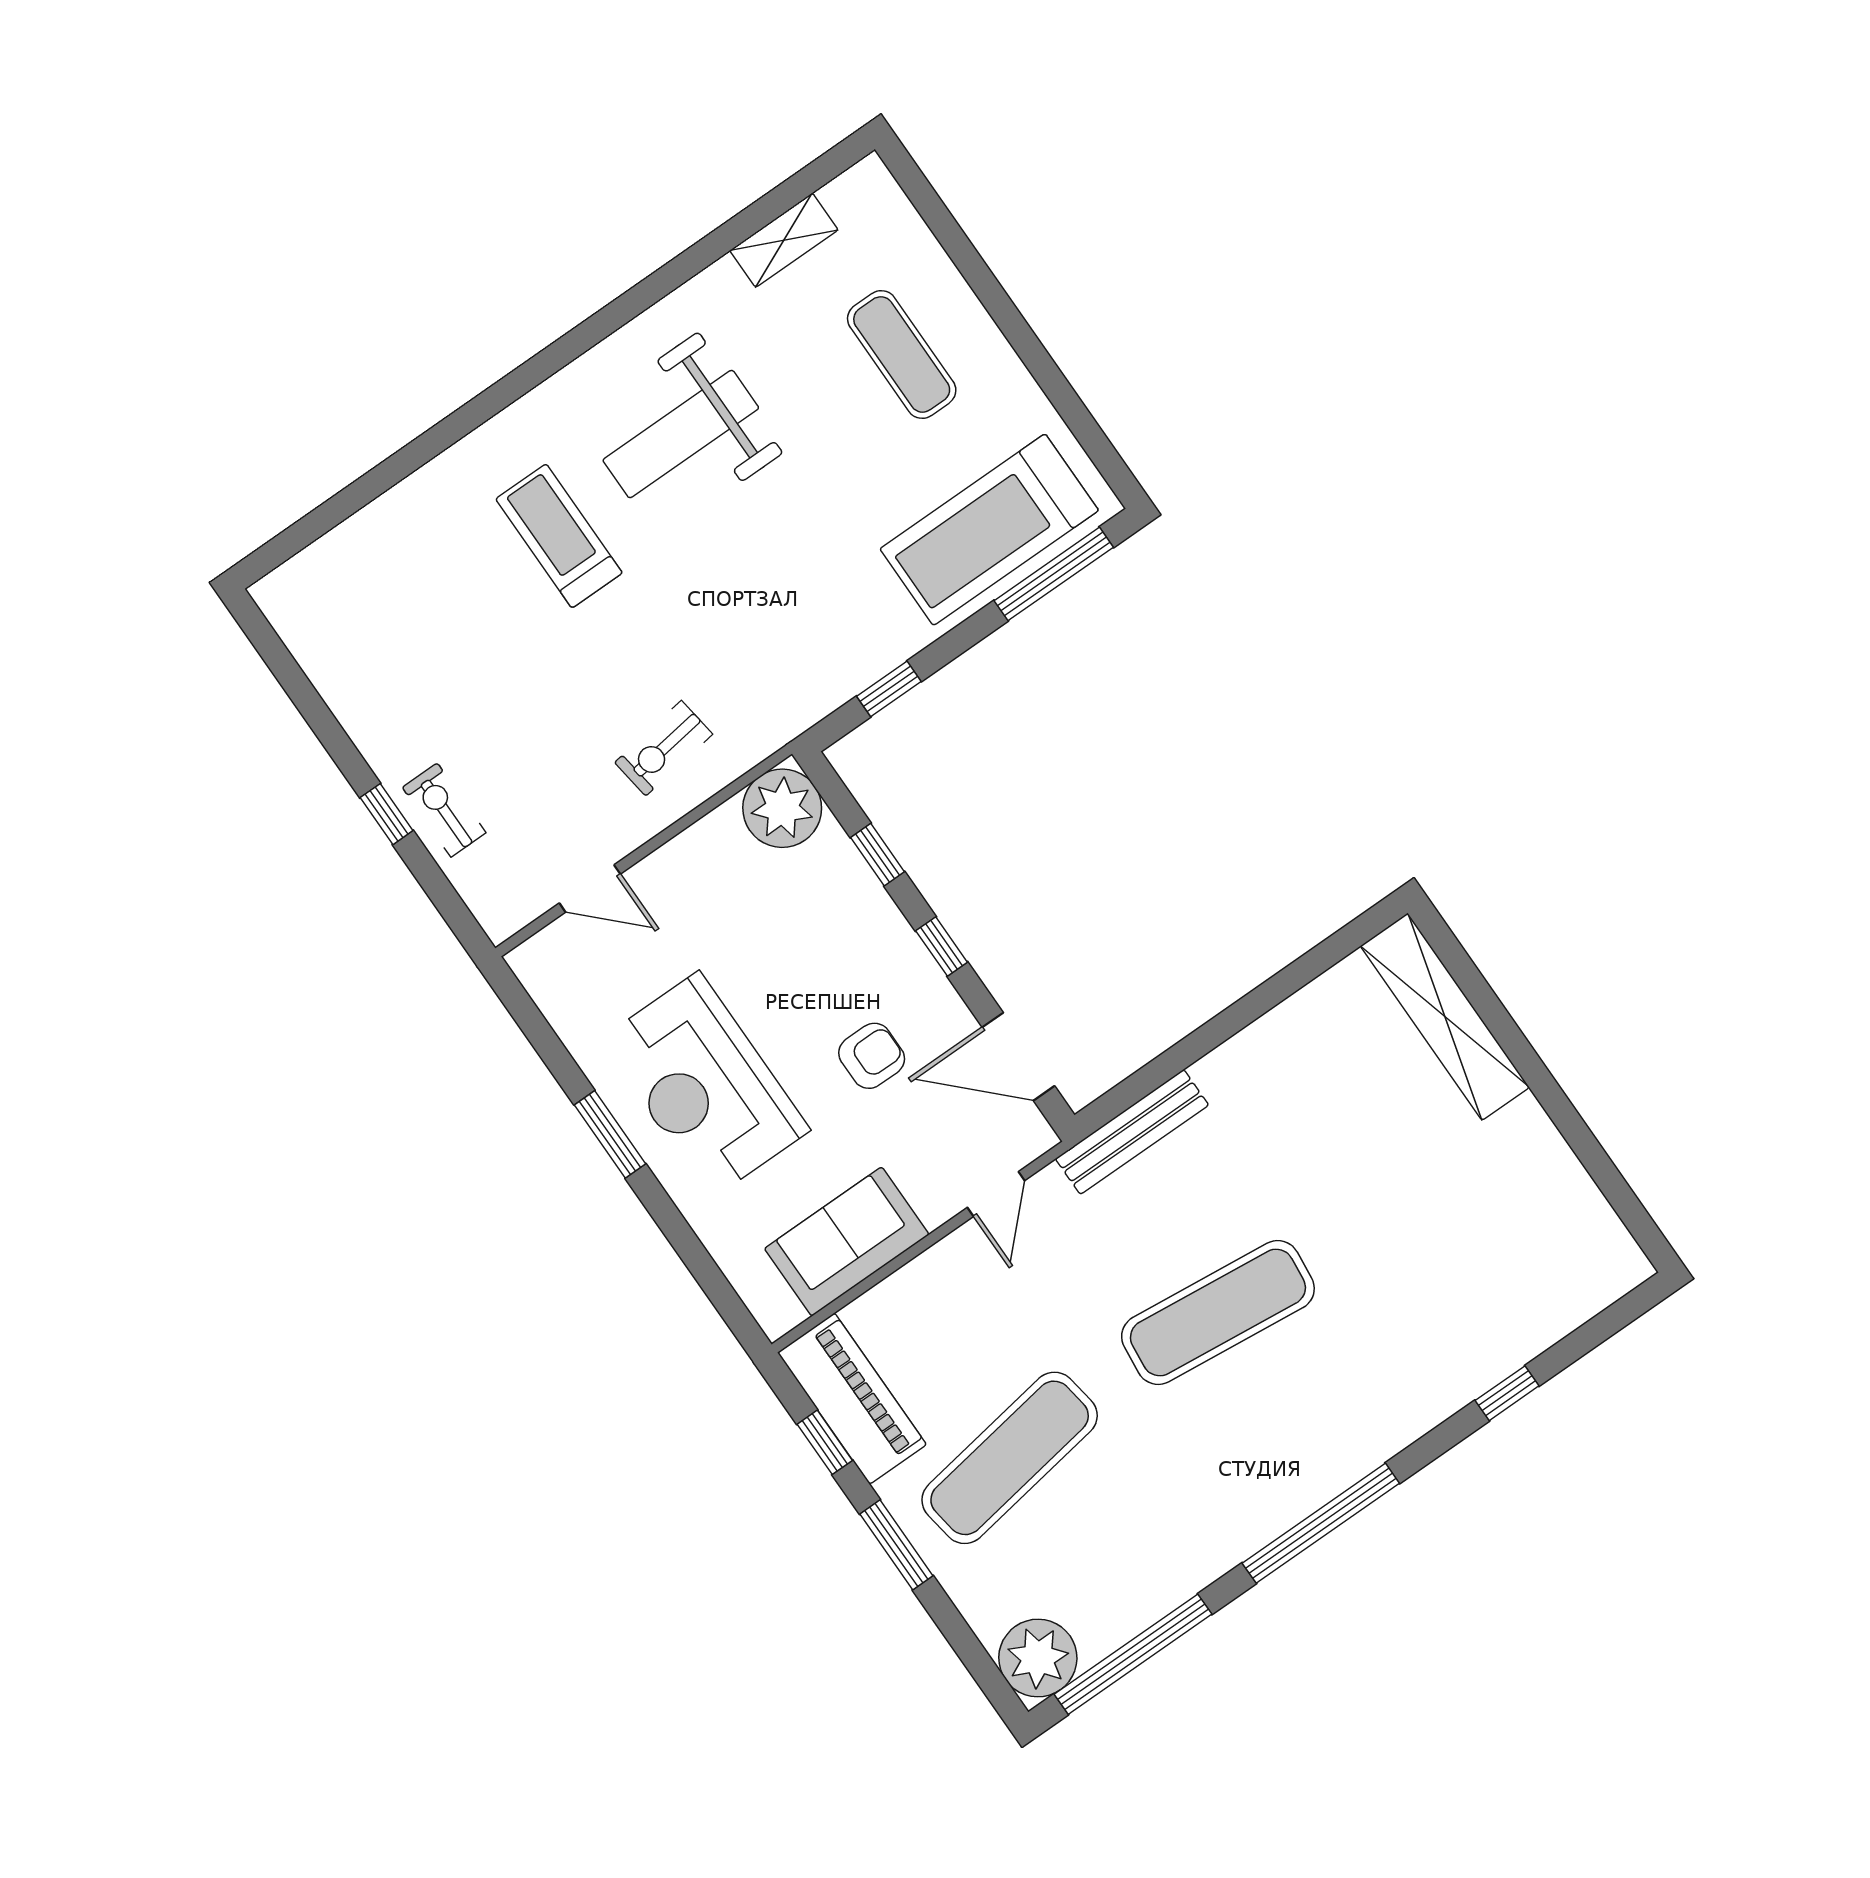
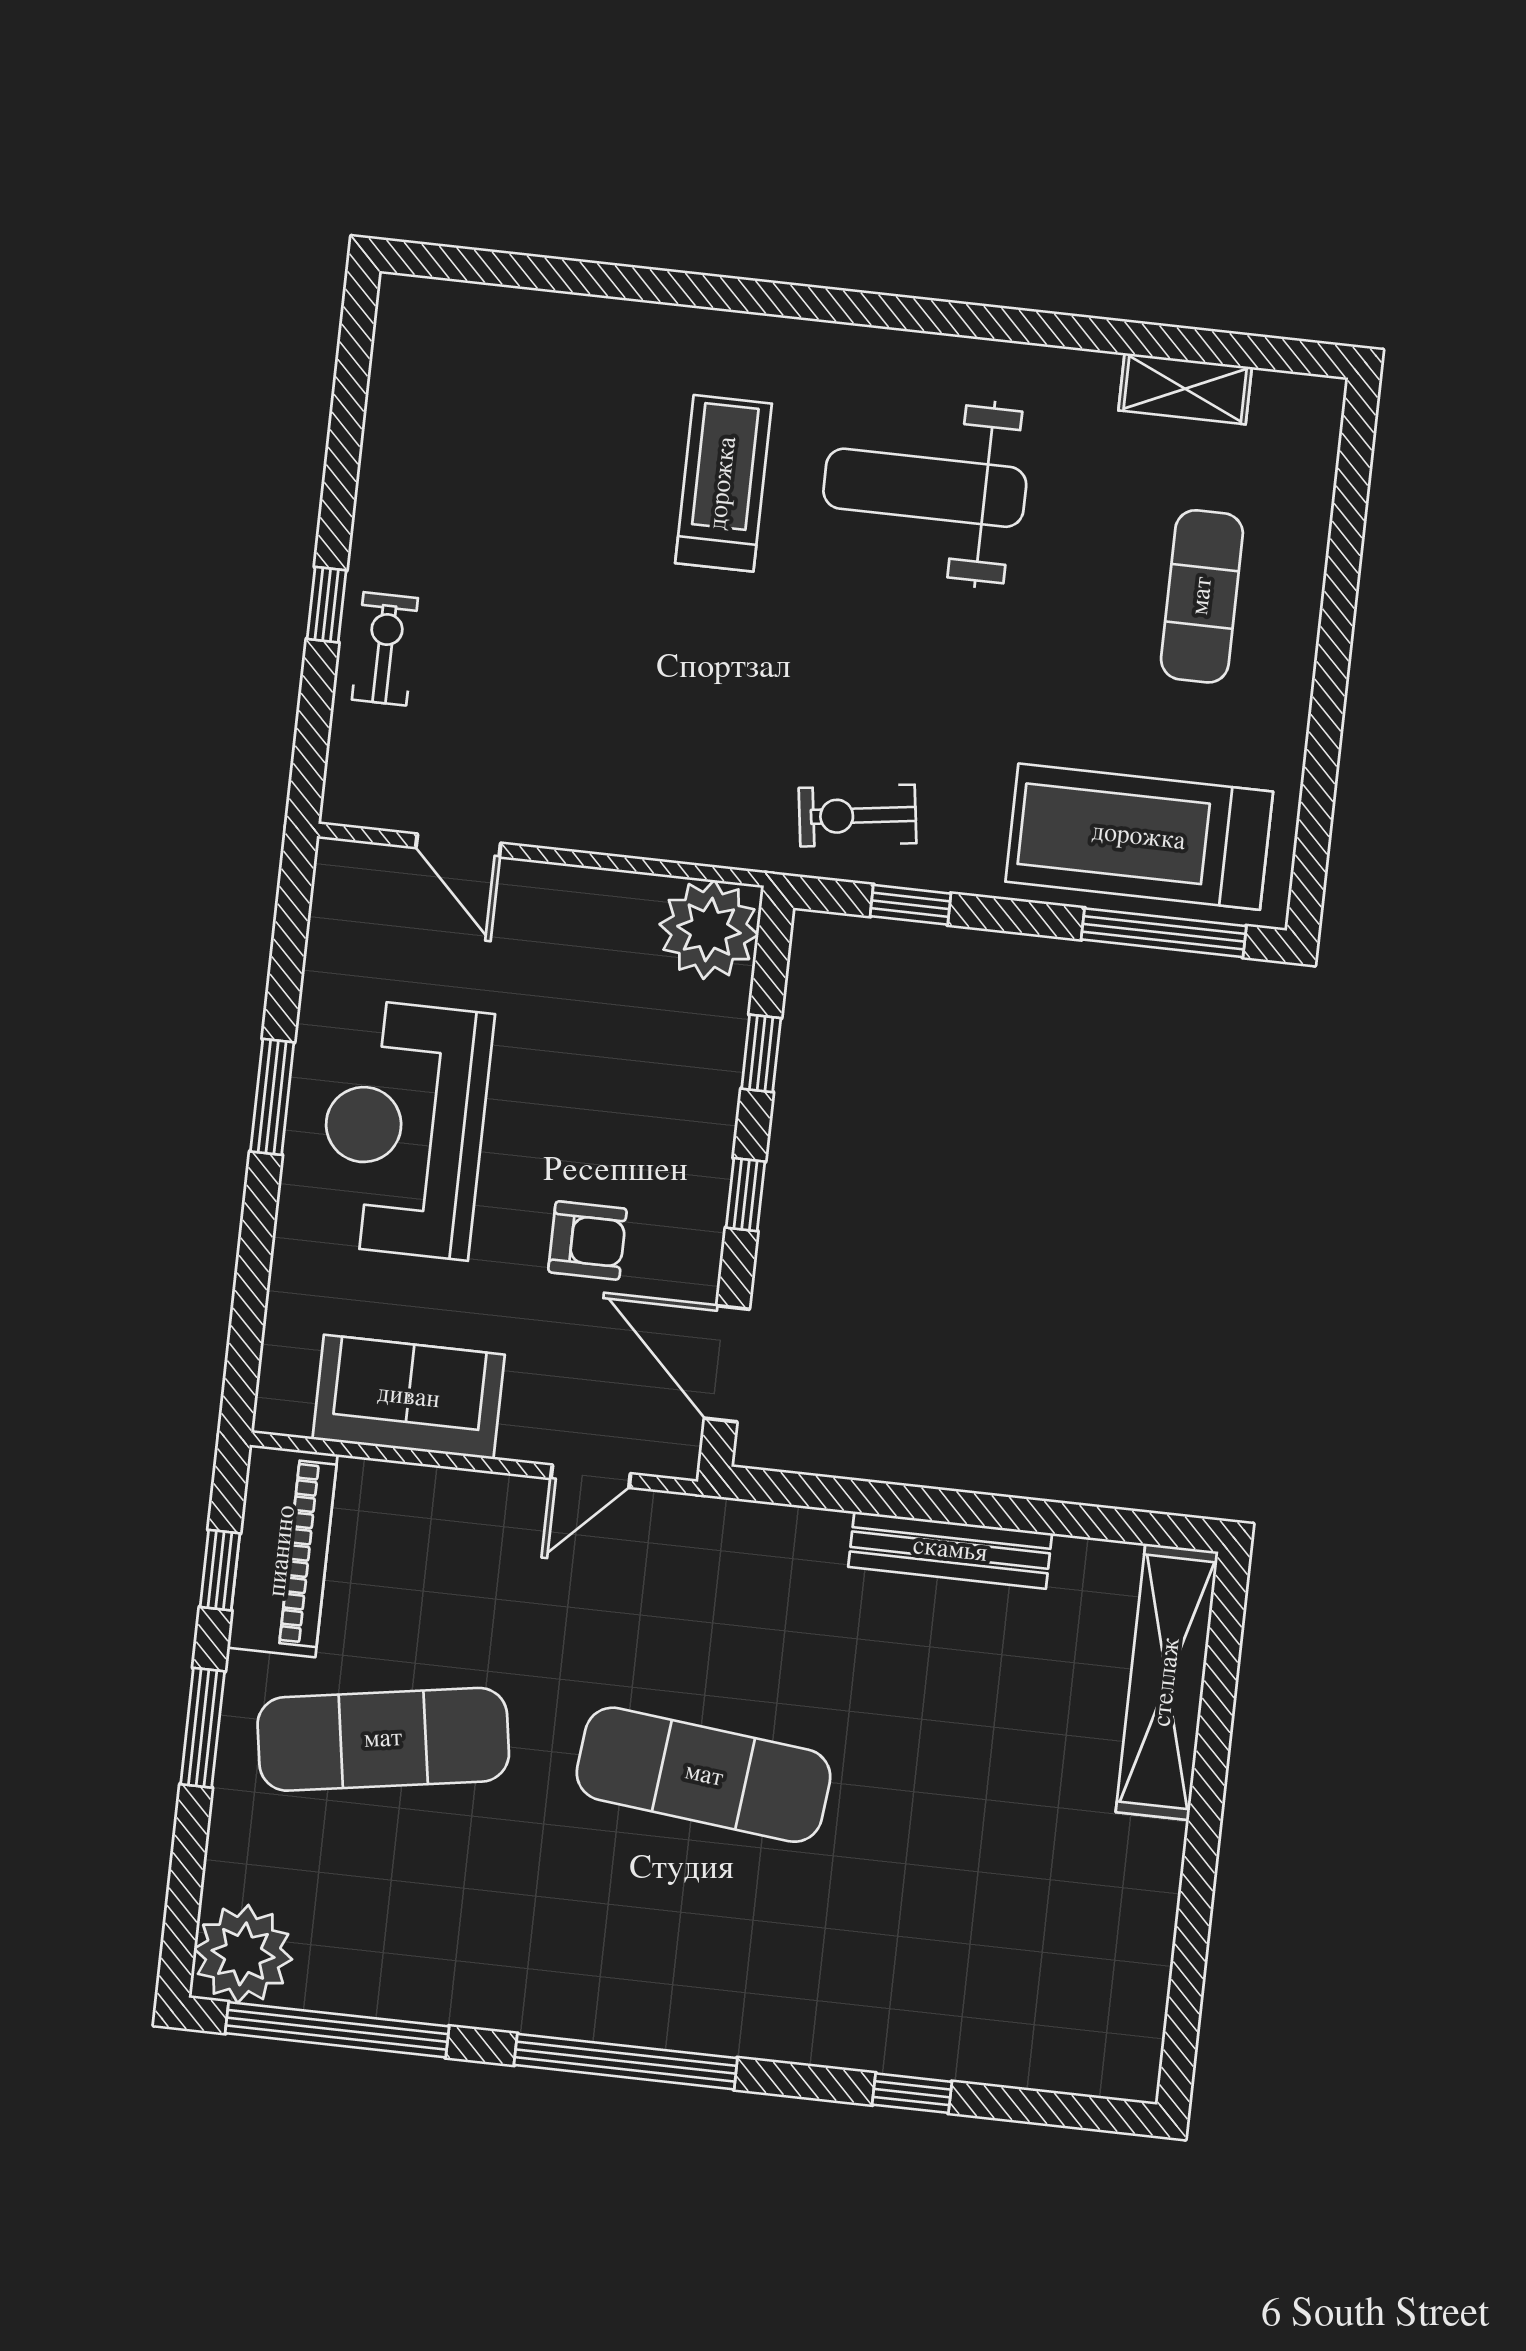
exercise bike: (664, 748) -> (858, 816), moved
bench: (1132, 1132) -> (950, 1550), moved

